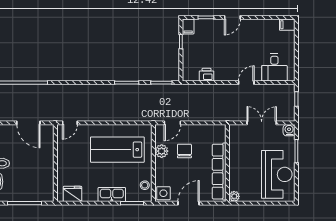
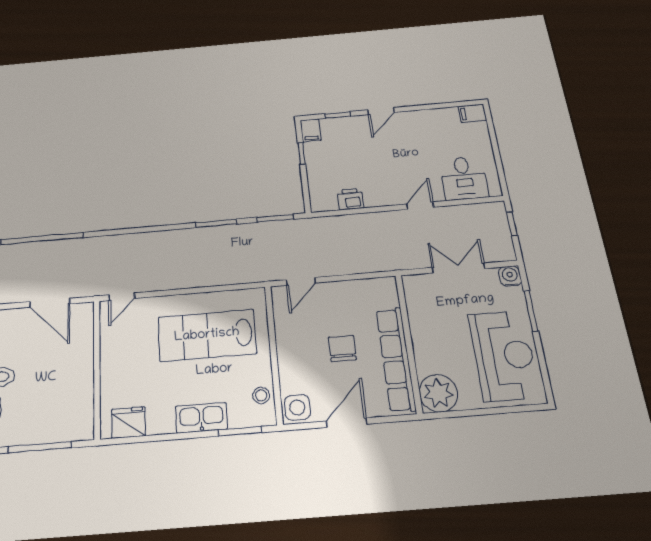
plant: (162, 151) -> (286, 331), removed
chair: (184, 151) -> (342, 348), moved
plant: (234, 196) -> (438, 393), width x1.88, depth x1.88

